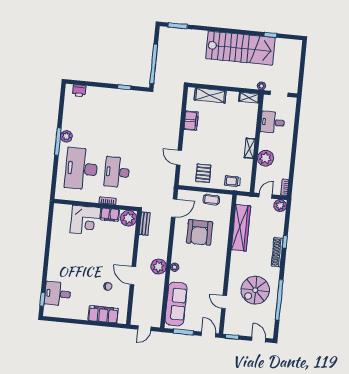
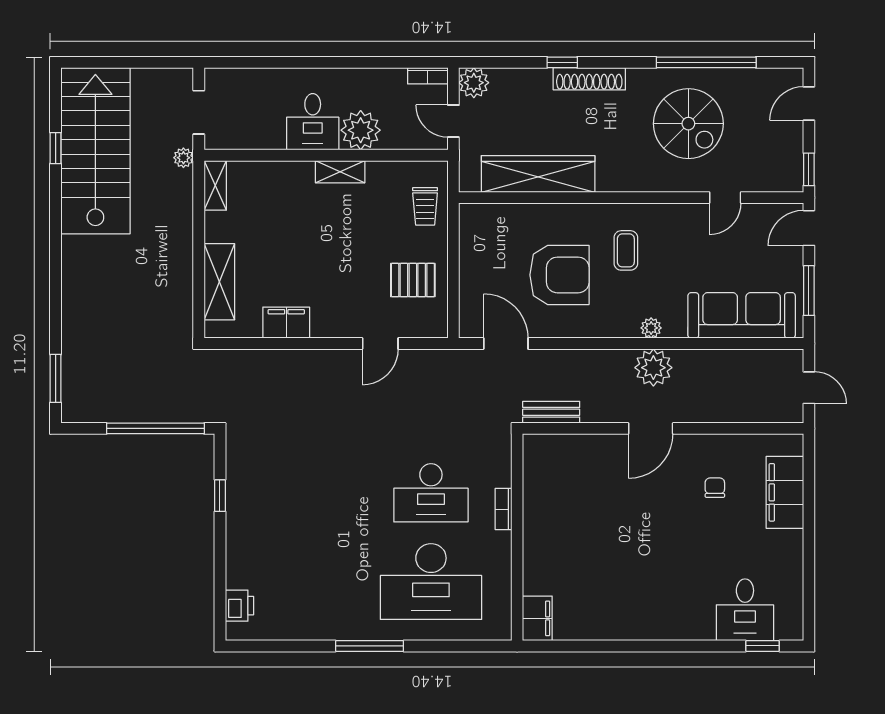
stairs: (240, 48) -> (95, 151), moved
desk: (272, 122) -> (313, 122), moved
plant: (66, 136) -> (355, 626), removed
coffee table: (211, 200) -> (626, 250), moved
filing cabinet: (110, 215) -> (537, 618), moved
plant: (129, 218) -> (542, 453), removed
corner desk: (85, 220) -> (557, 559), removed
door: (133, 276) -> (651, 428), moved

